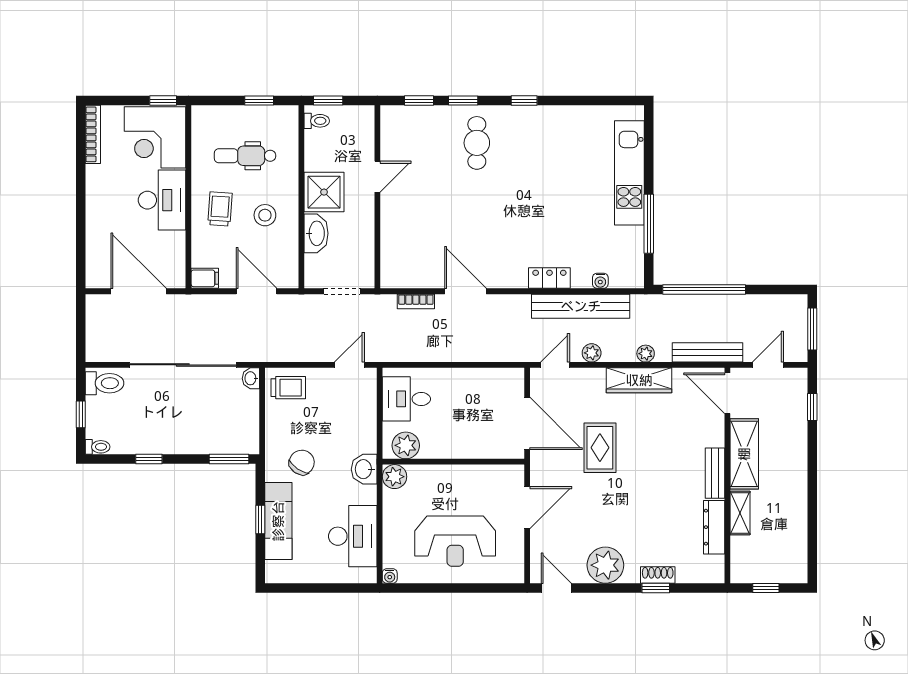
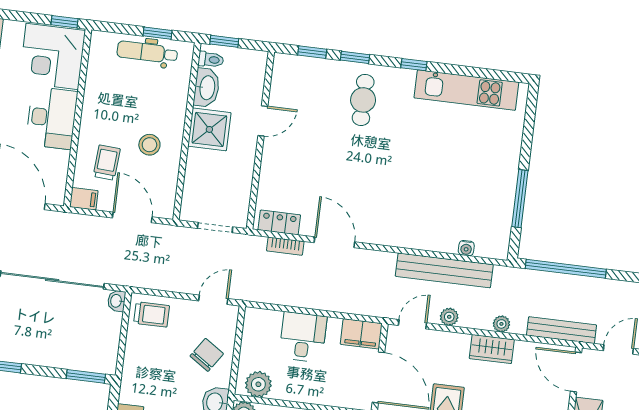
dental chair: (245, 156) -> (147, 52), moved
kitchen unit: (629, 173) -> (466, 90), moved, turned -90
trolley: (220, 209) -> (107, 163), moved
washbasin: (316, 233) -> (207, 88), moved
locker: (549, 278) -> (279, 222), moved
wardrobe: (639, 380) -> (492, 349), width x0.67
filing cabinet: (504, 381) -> (361, 334), added
desk: (406, 399) -> (303, 337), moved, turned 90
chair: (302, 462) -> (207, 355), moved

